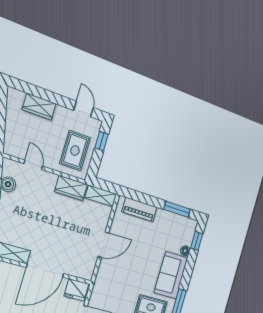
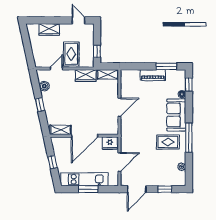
window: (102, 141) -> (97, 51), moved
rug: (75, 151) -> (71, 54), moved
door: (33, 165) -> (56, 68), hinge flipped
piano: (140, 209) -> (153, 75), moved

